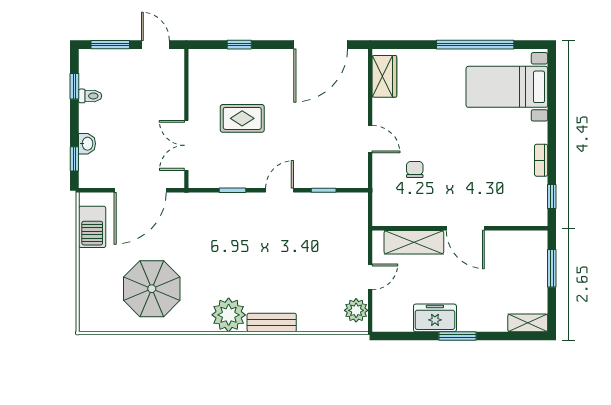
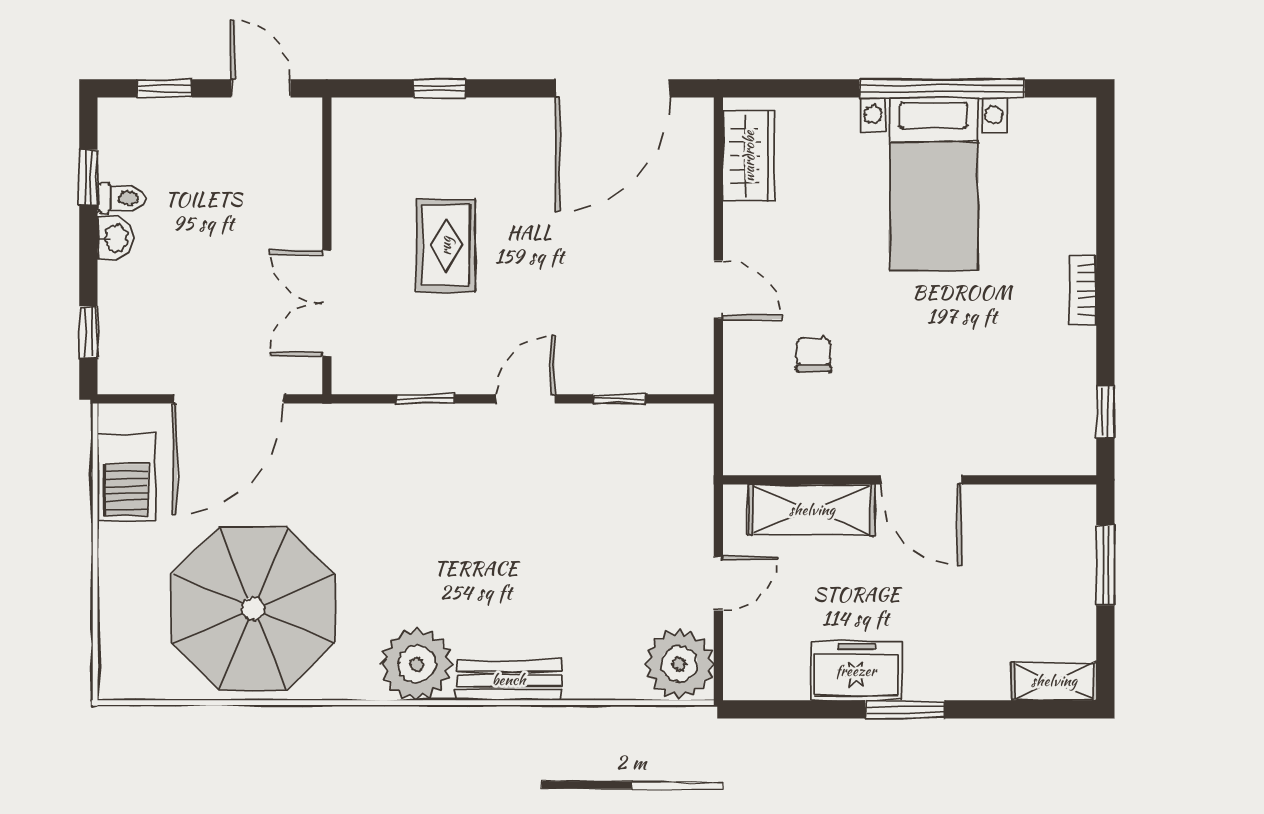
window: (110, 45) -> (165, 88), width x0.67
bed with nightstands: (507, 87) -> (934, 184), moved, turned -90
rug: (242, 118) -> (446, 246), turned 90
washbasin: (87, 144) -> (115, 238), moved
bookcase: (541, 160) -> (1083, 290), moved
parasol: (152, 289) -> (253, 608), width x1.36, depth x1.36
plant: (356, 310) -> (679, 664), width x1.36, depth x1.36

